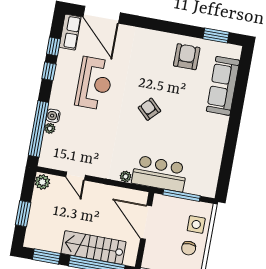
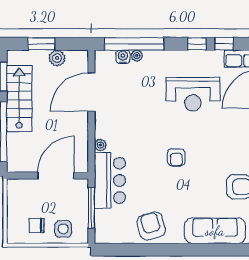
armchair: (149, 109) -> (176, 157), turned 136
water cooler: (53, 116) -> (123, 57), moved
armchair: (208, 144) -> (151, 226), added
door: (76, 176) -> (91, 92), width x1.88
plant: (42, 182) -> (57, 58), moved
stairs: (93, 247) -> (19, 99), moved

